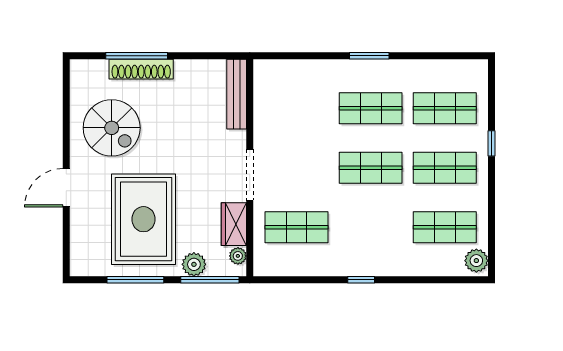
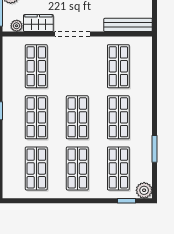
window: (369, 56) -> (155, 149), moved
shop shelf: (297, 108) -> (118, 66), added
window: (491, 143) -> (127, 201), moved
shop shelf: (371, 227) -> (36, 117), added
plant: (476, 261) -> (144, 190), moved

